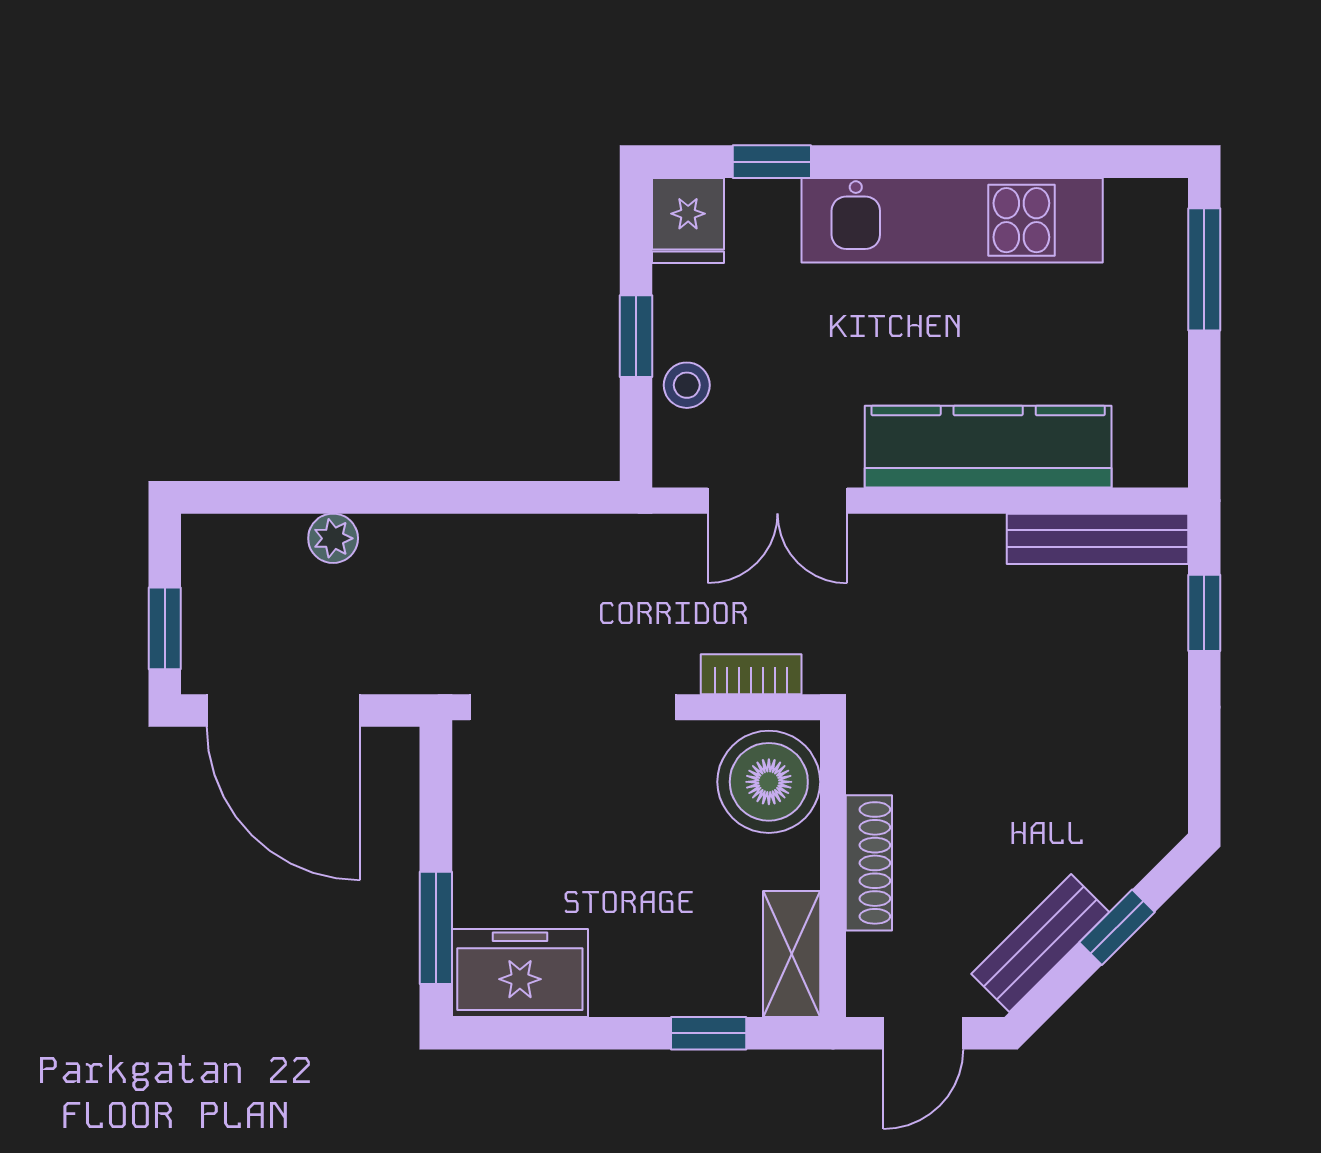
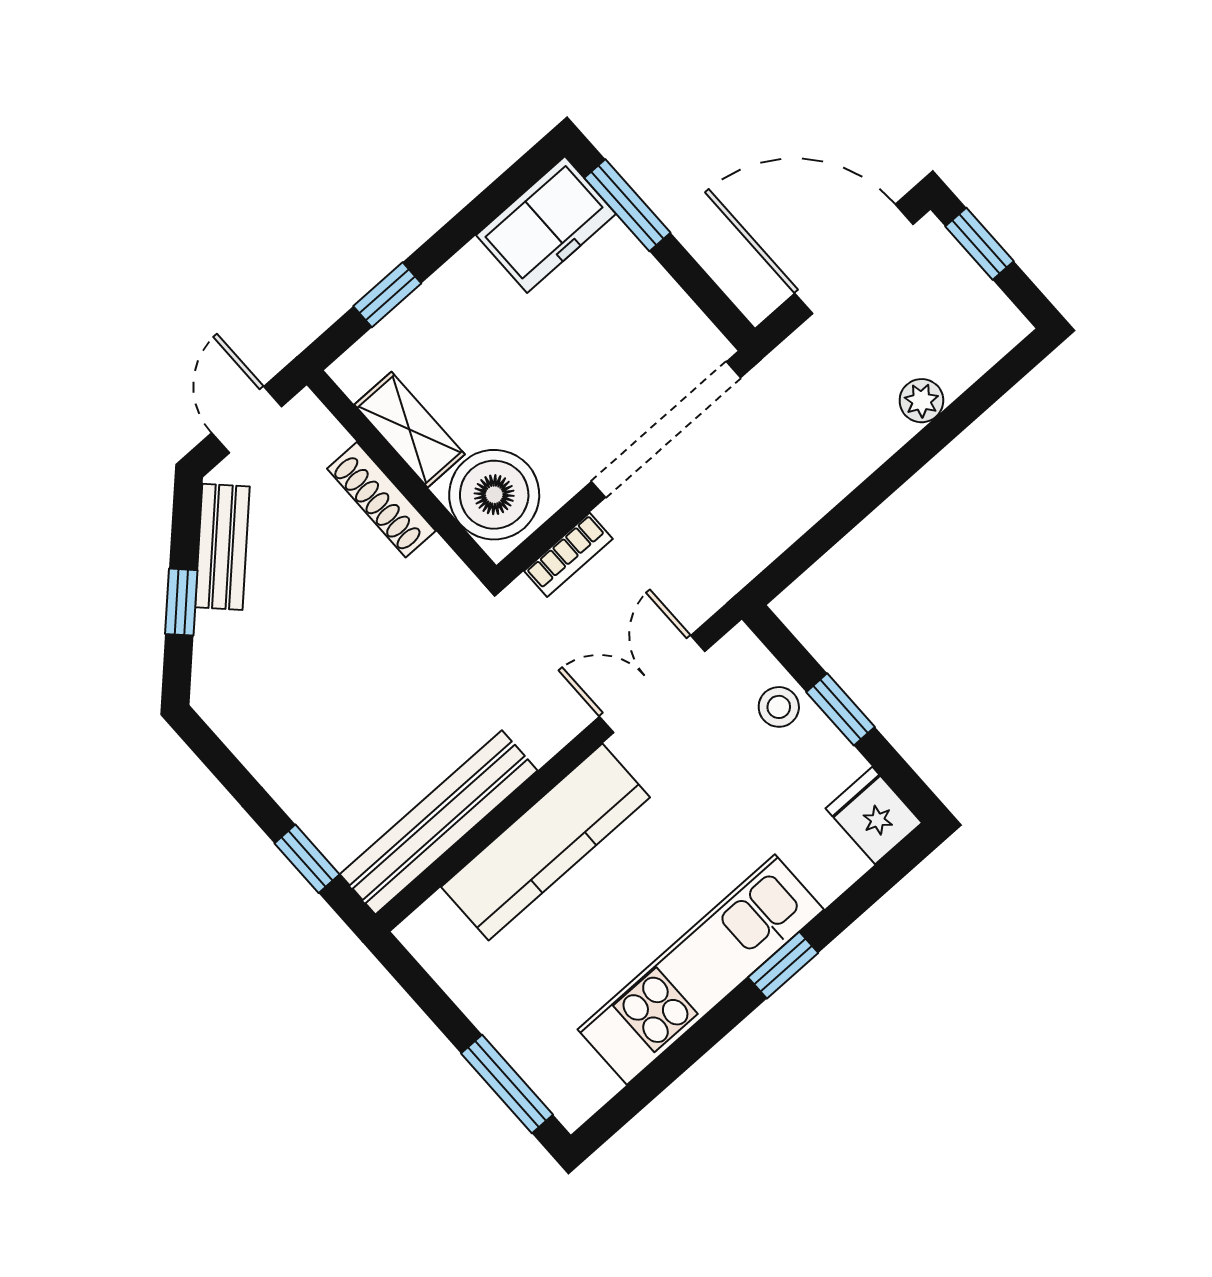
window: (772, 162) -> (783, 965), moved
bench: (1098, 539) -> (439, 822), width x1.37, depth x1.21
shelving: (792, 954) -> (410, 430), moved

